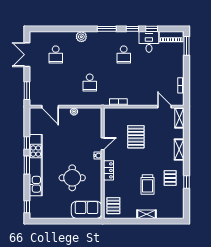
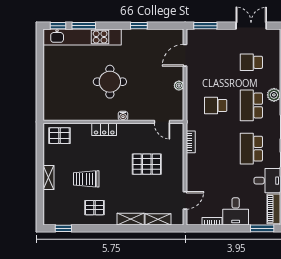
school desk: (90, 54) -> (251, 105), added
school desk: (124, 54) -> (251, 149), width x1.85
desk: (173, 67) -> (236, 211), added
shelving: (179, 118) -> (158, 219), moved
door: (103, 144) -> (162, 122), moved
window: (27, 165) -> (84, 26), moved
kitchen unit: (36, 165) -> (82, 37), moved
round table: (72, 178) -> (110, 82), moved
window: (187, 182) -> (63, 228), moved
sofa: (87, 210) -> (54, 101), removed

